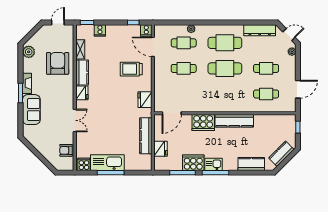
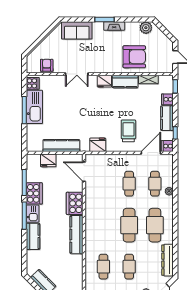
kitchen counter: (119, 31) -> (167, 118), added
sofa: (31, 110) -> (77, 30), moved
kitchen counter: (251, 164) -> (33, 236), moved

